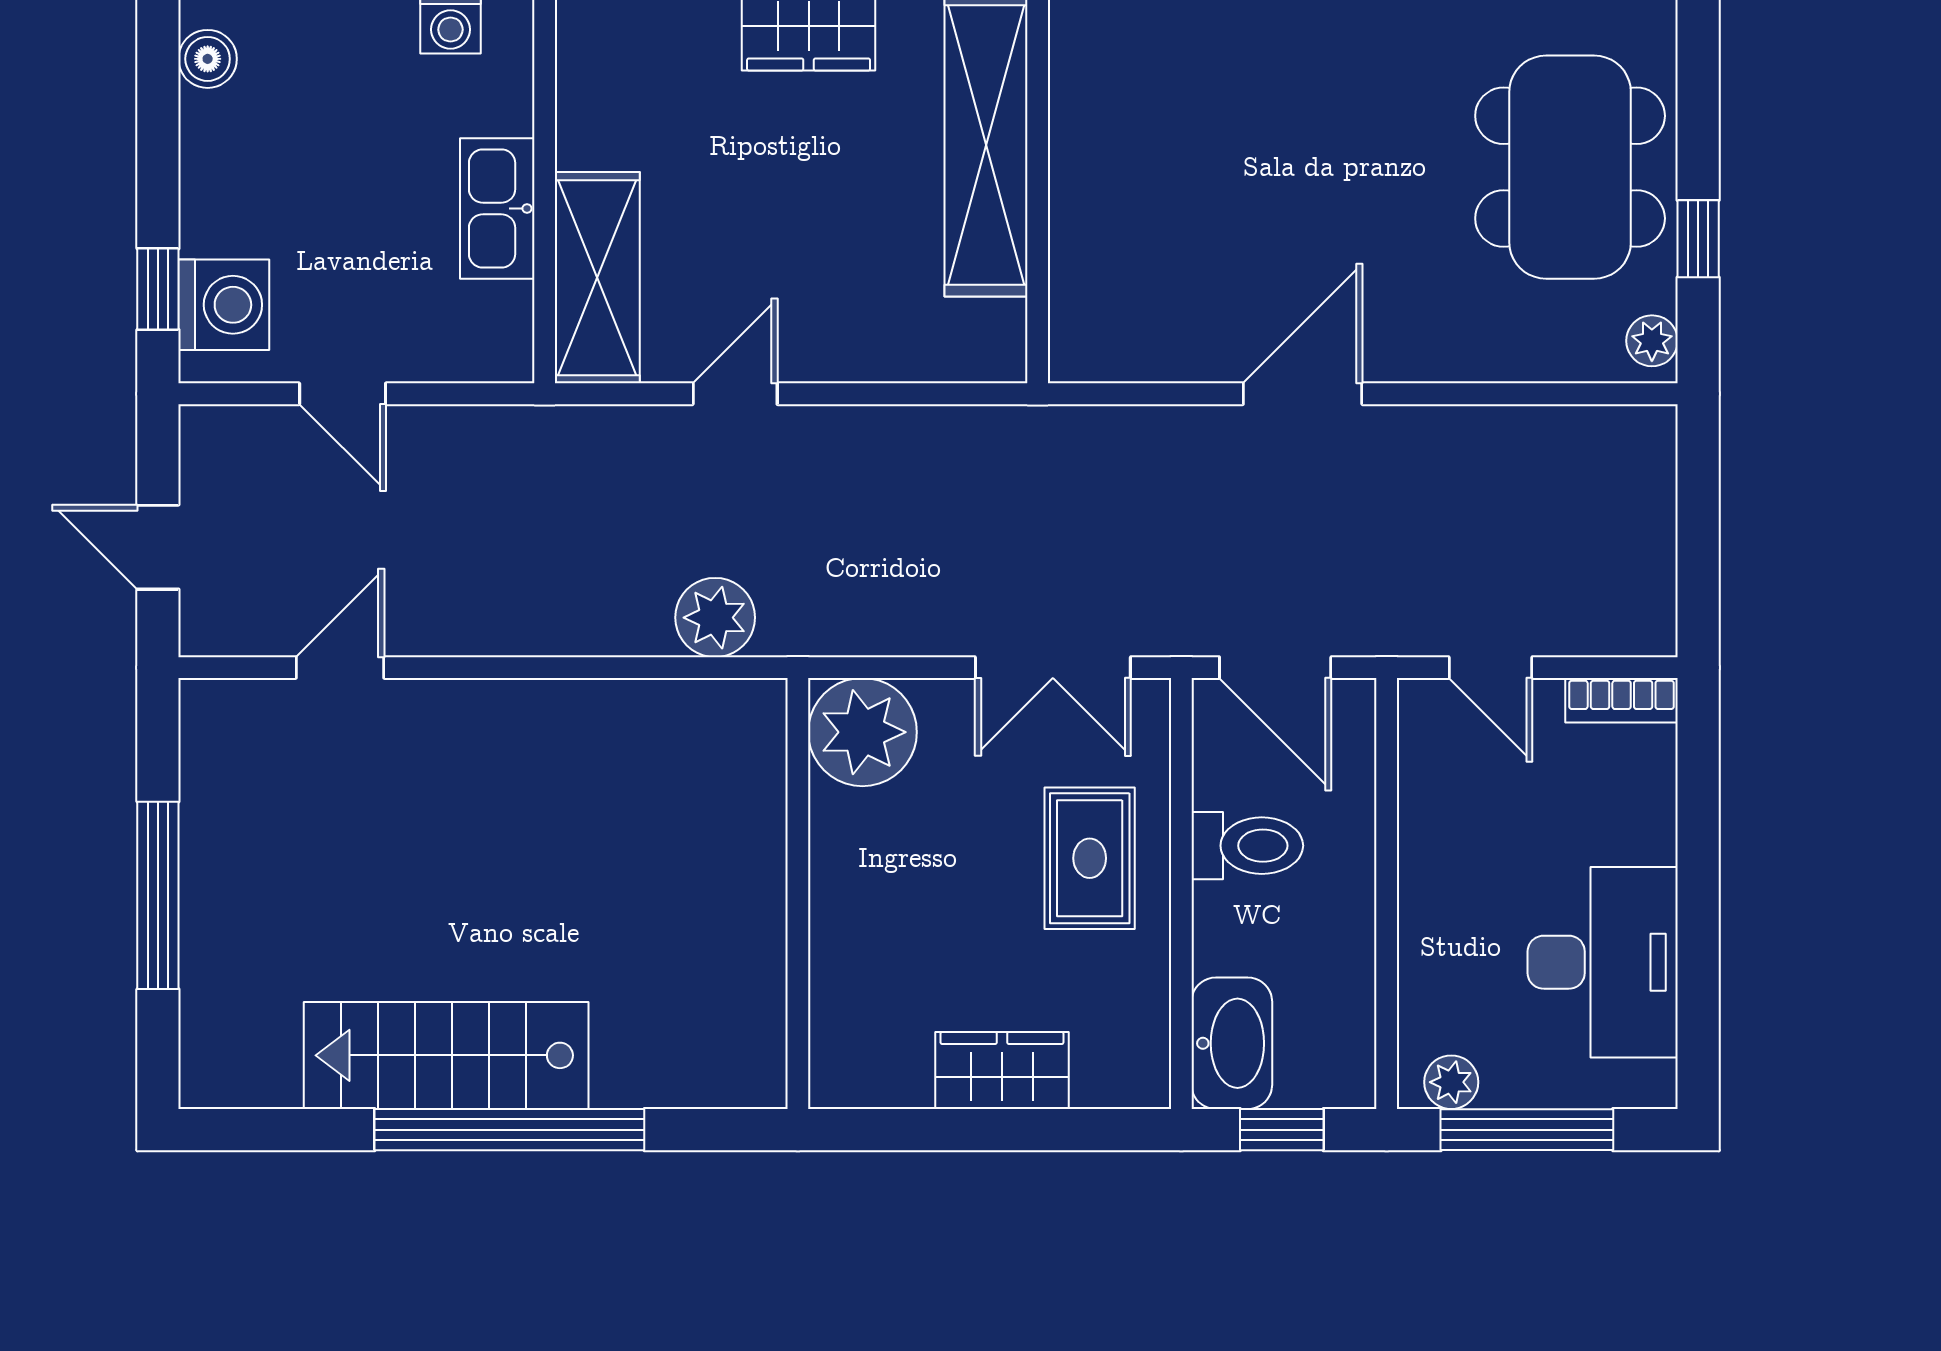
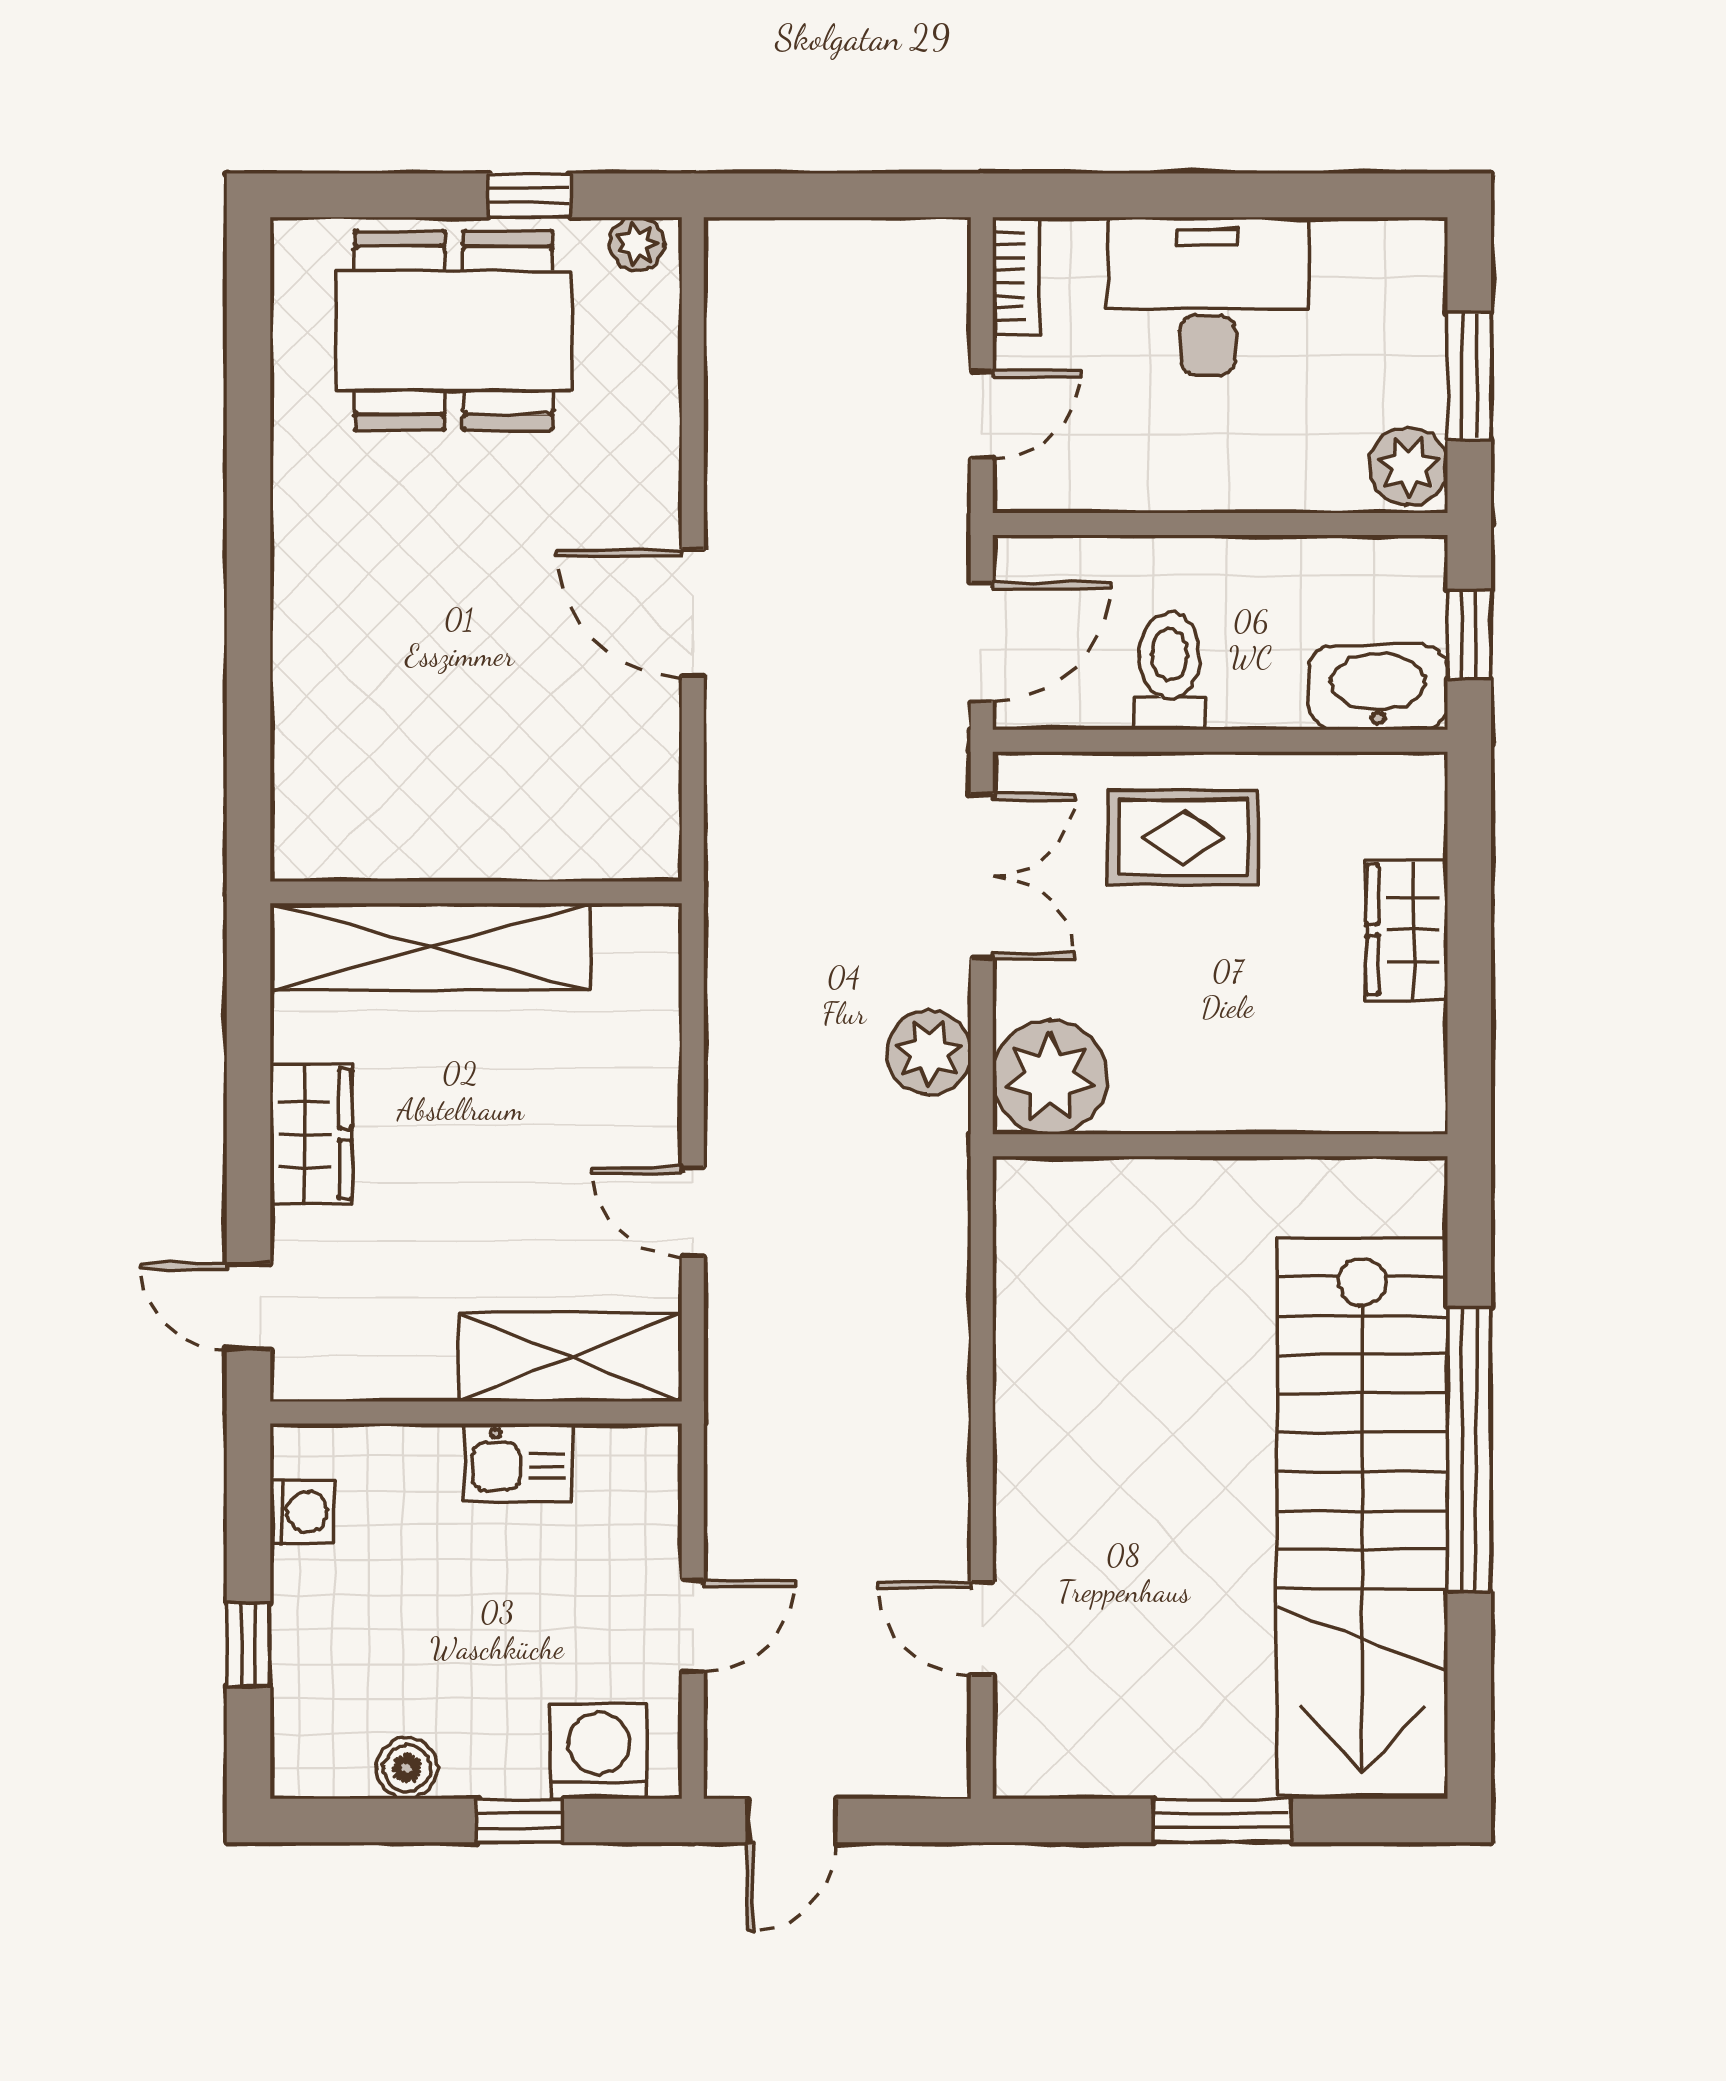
boiler: (208, 59) -> (407, 1768), moved
kitchen sink: (497, 209) -> (518, 1462), width x0.73
window: (158, 289) -> (520, 1821), moved
door: (158, 547) -> (792, 1821), moved
plant: (715, 618) -> (929, 1053), moved
window: (158, 895) -> (1222, 1821), width x0.69
desk: (1603, 962) -> (1208, 296), moved
stairs: (446, 1055) -> (1362, 1516), width x1.86, depth x1.51
plant: (1451, 1082) -> (1409, 467), width x1.38, depth x1.38
window: (1527, 1130) -> (1469, 376), width x0.69

